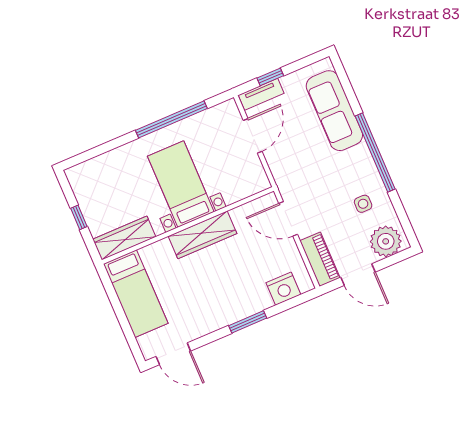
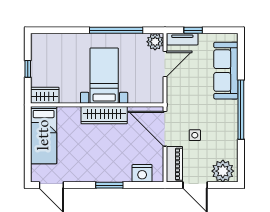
plant: (228, 112) -> (155, 42), added
side table: (363, 204) -> (195, 135), moved
door: (288, 219) -> (165, 129), width x1.36
wardrobe: (124, 238) -> (45, 95), width x0.67

